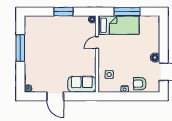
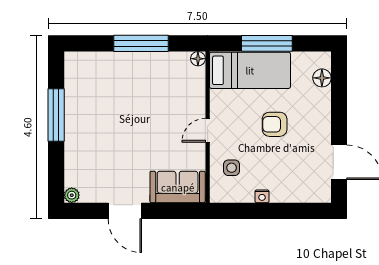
window: (63, 12) -> (141, 43), width x1.44
door: (97, 43) -> (208, 130), moved
floor lamp: (155, 58) -> (322, 78), moved
armchair: (140, 84) -> (275, 124), moved

